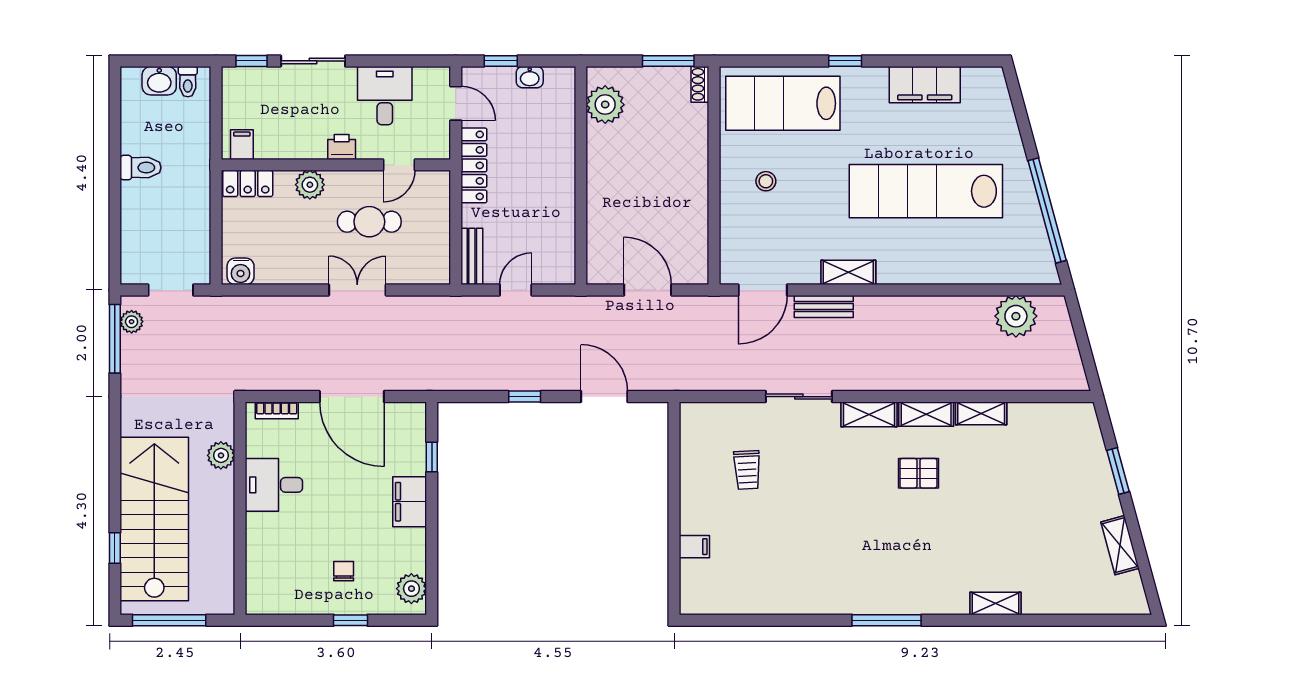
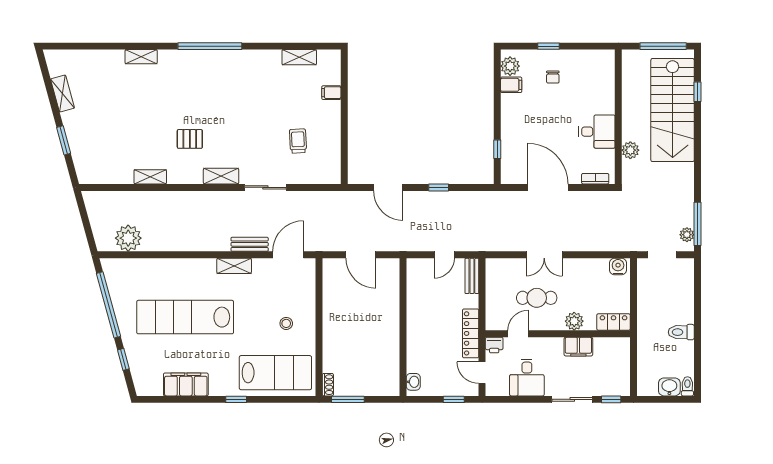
washbasin: (530, 77) -> (413, 382), moved, turned 90
toilet: (188, 82) -> (687, 386), moved
plant: (605, 105) -> (388, 372), removed
window: (1024, 124) -> (123, 359), added
filing cabinet: (242, 145) -> (578, 347), moved, width x2.00
printer: (342, 147) -> (494, 345), moved
lab bench: (926, 191) -> (185, 317), turned 180
shelving: (926, 414) -> (299, 57), moved
filing cabinet: (410, 502) -> (511, 85), moved, width x0.50
window: (887, 620) -> (210, 46), width x1.46

